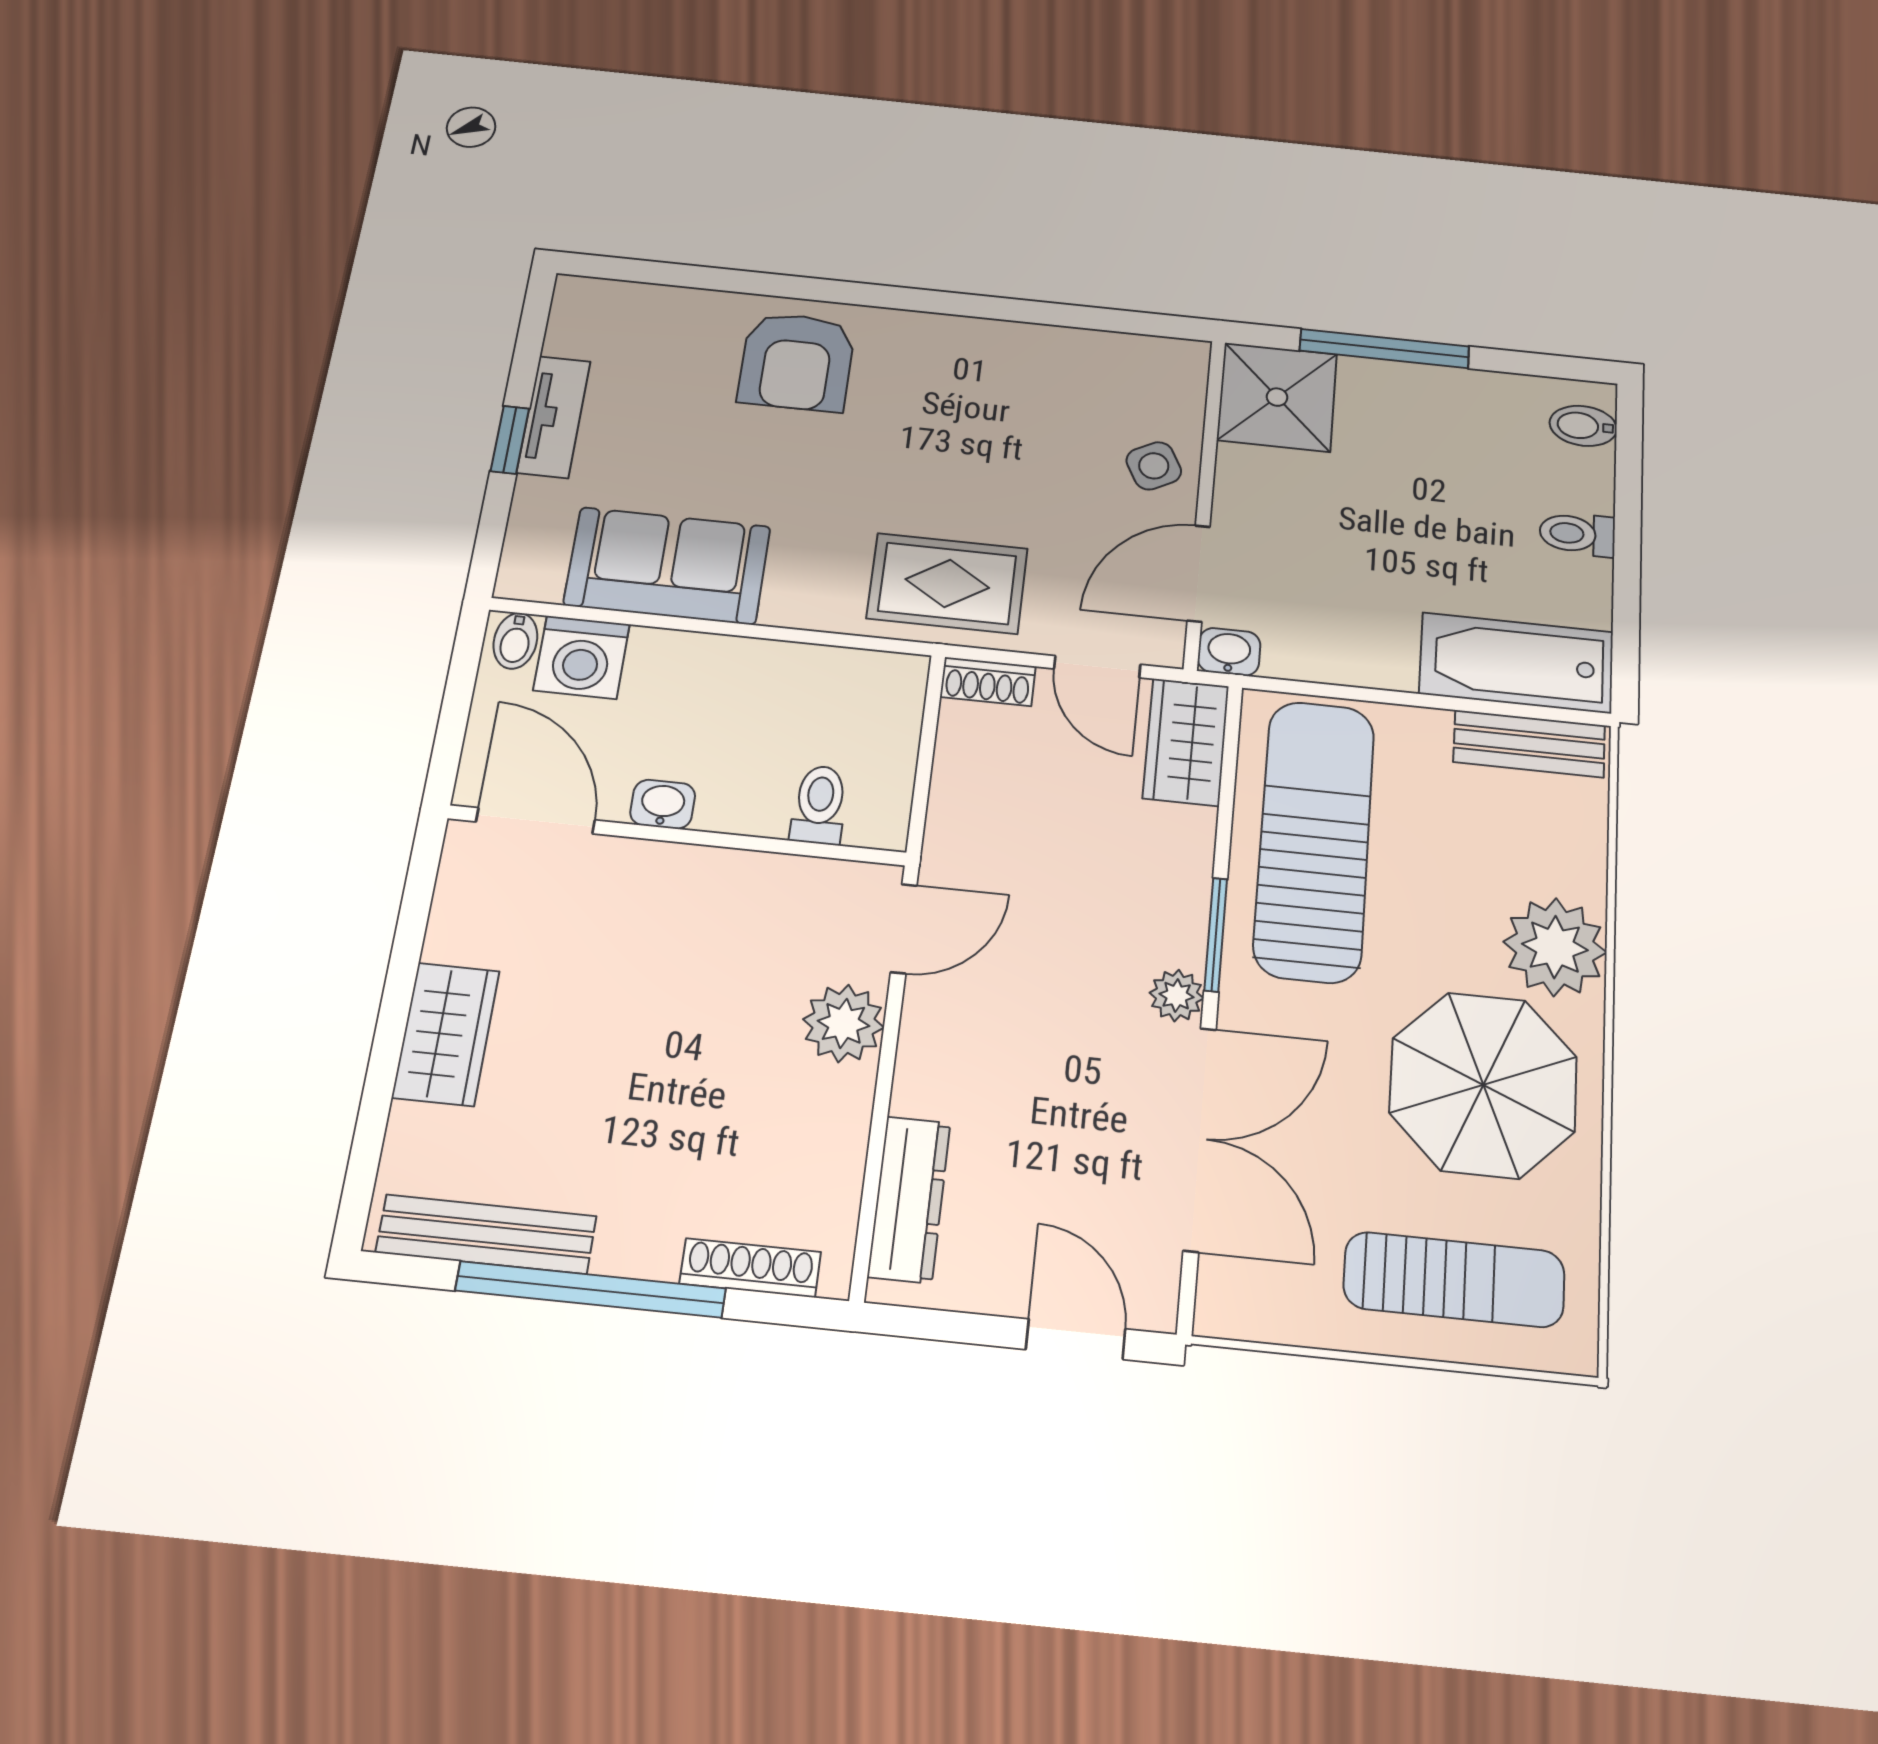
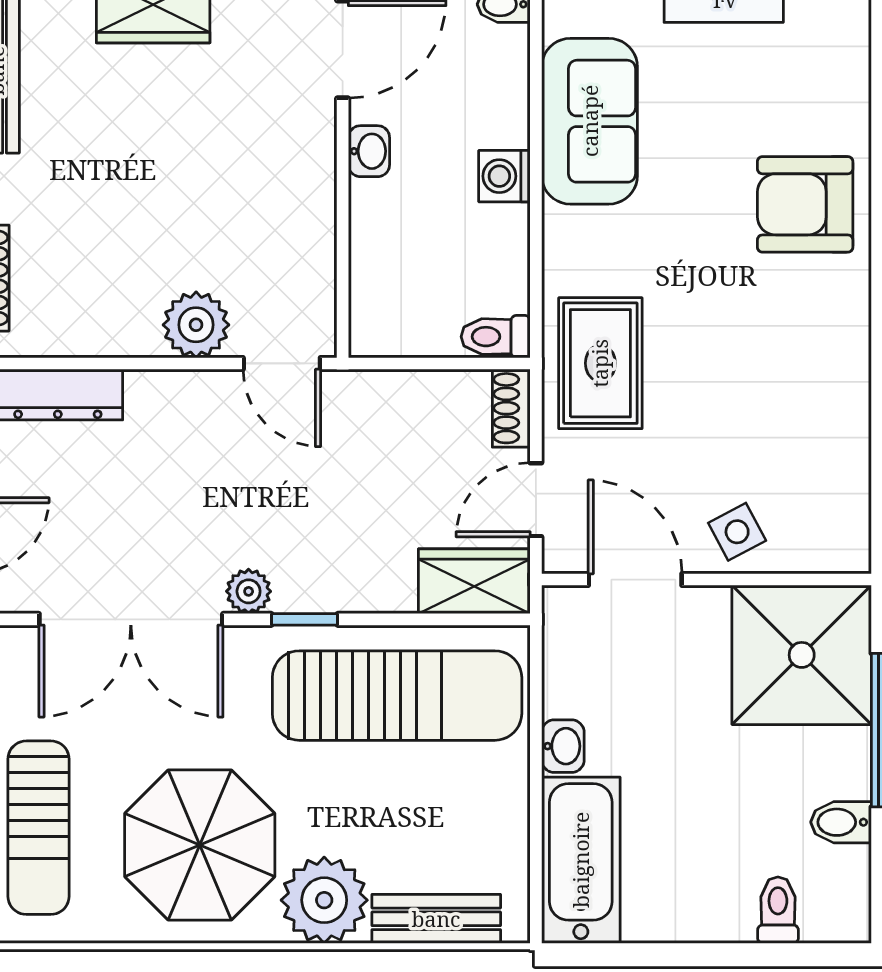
shower: (1277, 397) -> (802, 655), width x1.37, depth x1.37
bidet: (1583, 426) -> (841, 822), moved, turned -90
toilet: (1577, 534) -> (778, 910), moved
washbasin: (1229, 652) -> (563, 746), moved
washing machine: (581, 657) -> (504, 176), moved, width x0.73, depth x0.73
bench: (1529, 744) -> (436, 919), moved, turned 90
toilet: (819, 805) -> (496, 337), moved, turned 180
window: (1216, 935) -> (304, 619), width x0.67

